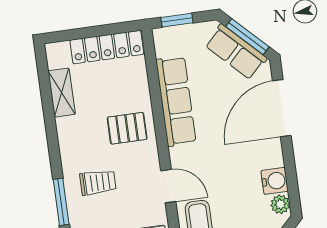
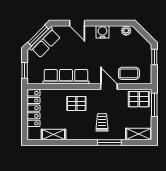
door: (282, 108) -> (77, 23), width x0.53
pallet: (127, 128) -> (76, 104), turned 90
water cooler: (275, 181) -> (103, 32), moved
door: (168, 186) -> (109, 87), hinge flipped

